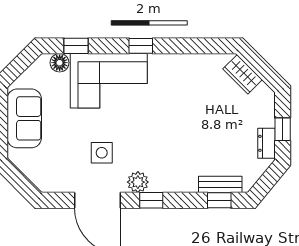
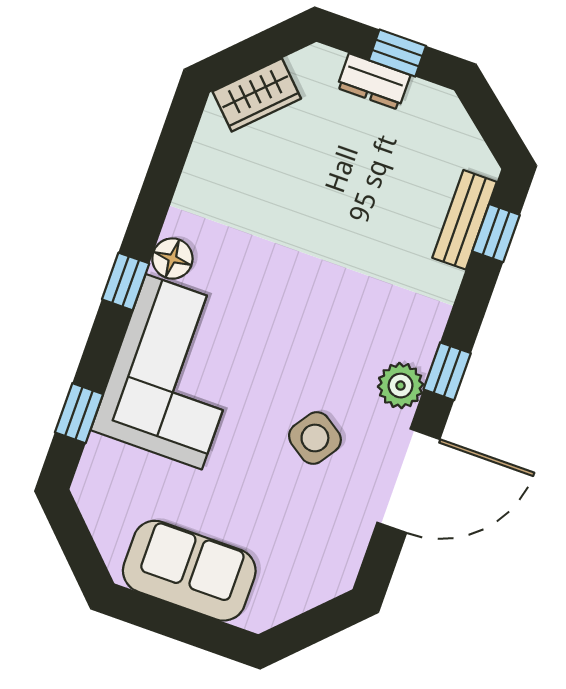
floor lamp: (60, 63) -> (172, 259), moved
dresser: (267, 143) -> (374, 81), moved
side table: (102, 153) -> (315, 438), turned 34

